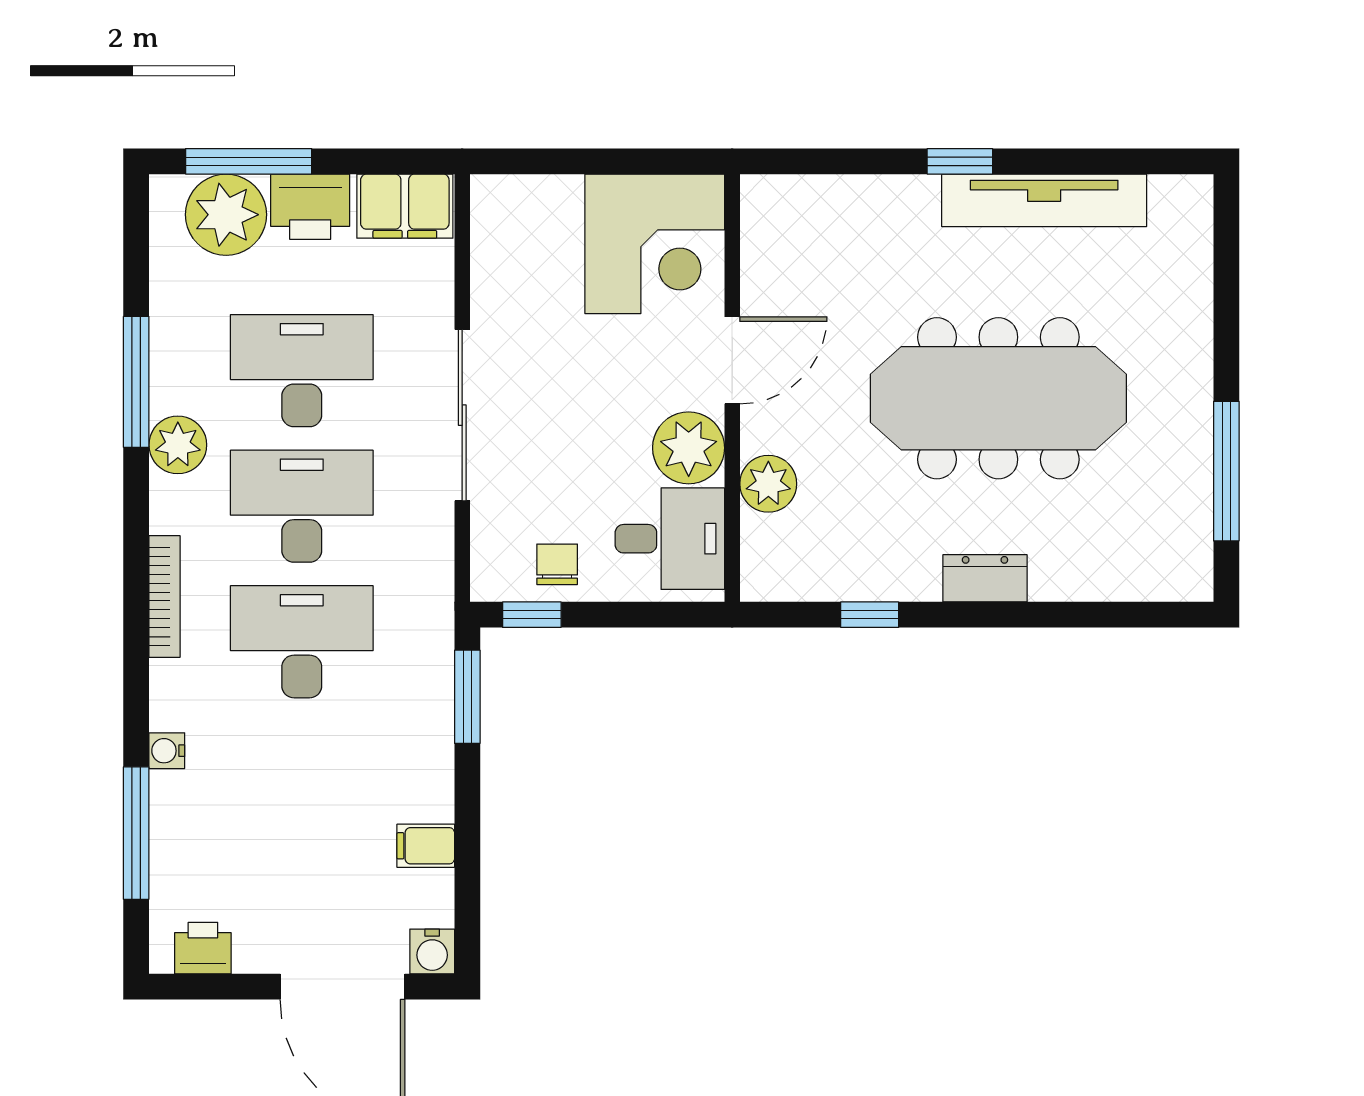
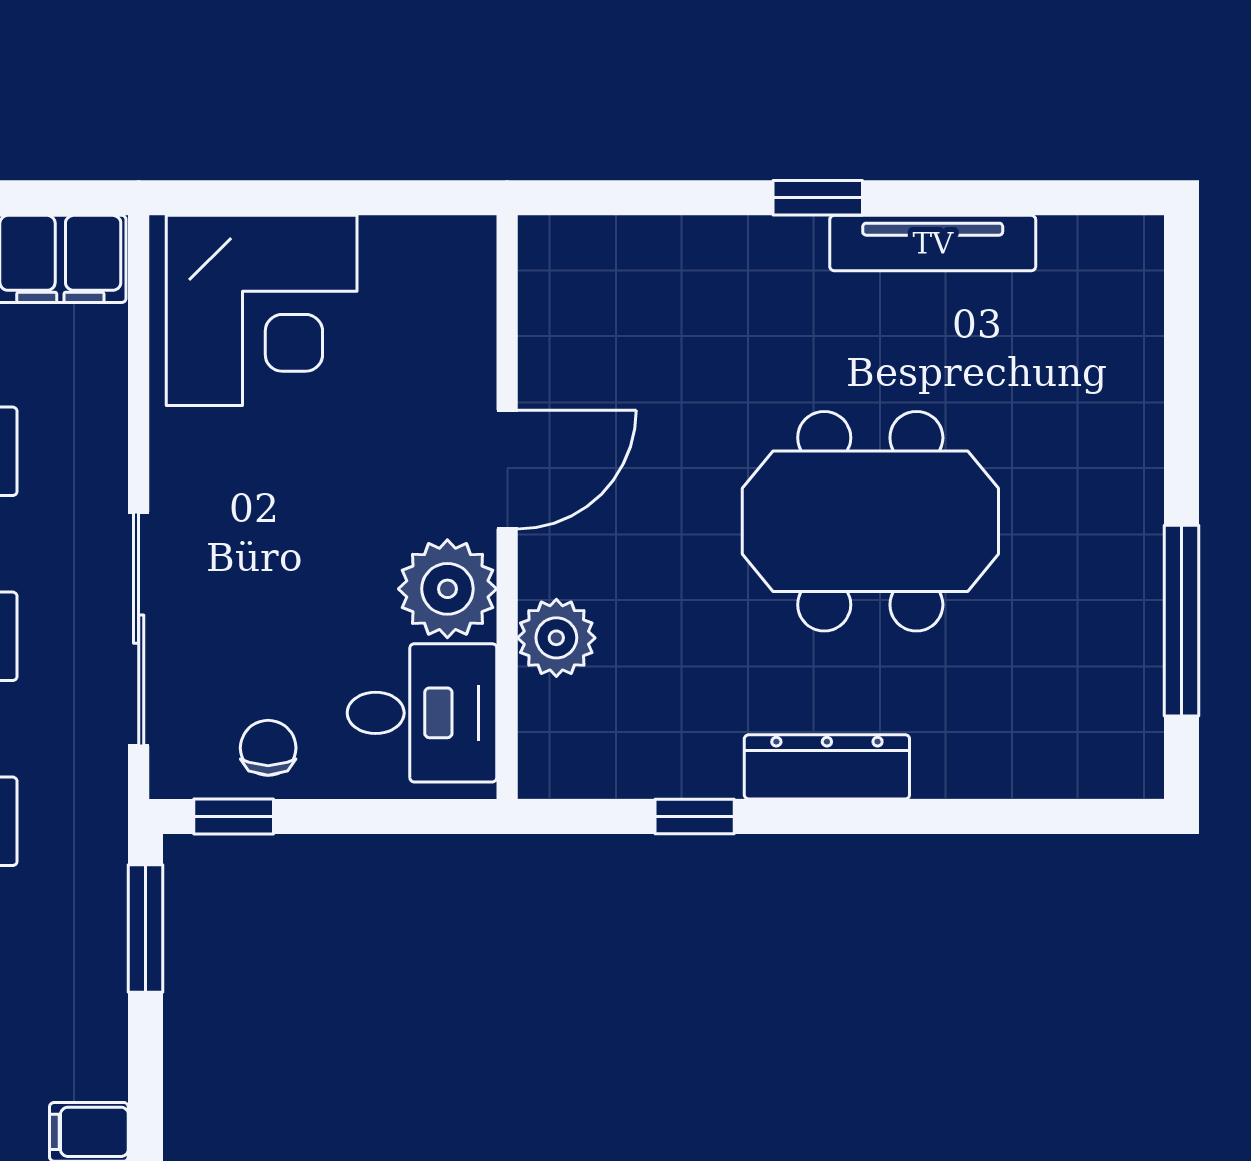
tv unit: (1044, 200) -> (933, 243), width x0.73, depth x0.78
corner desk: (655, 244) -> (262, 310), moved
meeting table: (998, 398) -> (870, 521), width x0.73
sliding door: (462, 415) -> (139, 629), moved
dresser: (985, 578) -> (827, 767), width x1.44

